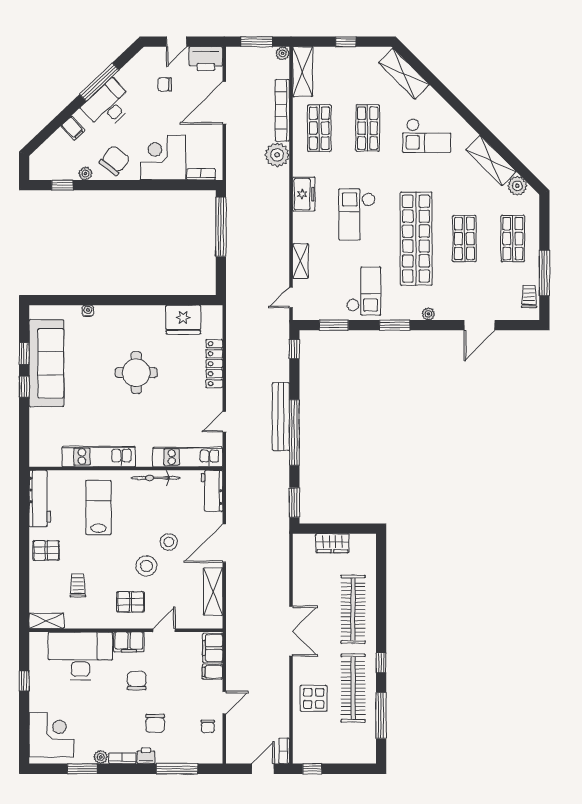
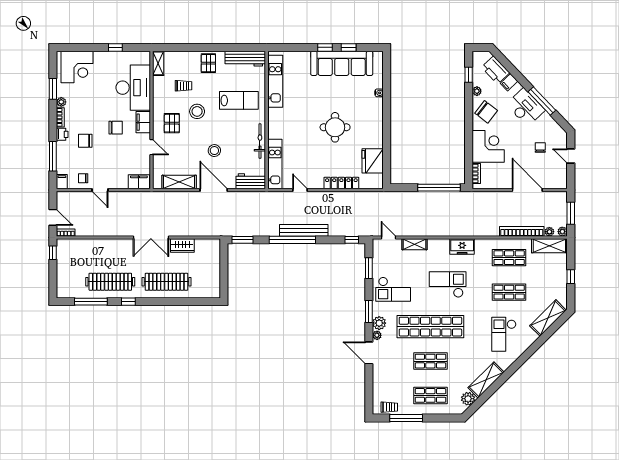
printer: (206, 59) -> (496, 70), moved, turned -44
plant: (277, 155) -> (549, 232), moved, width x0.53, depth x0.53
plant: (411, 311) -> (379, 323), added
door: (480, 325) -> (369, 353), moved
kitchen unit: (99, 457) -> (275, 81), moved
wardrobe: (332, 543) -> (182, 246), moved, turned -90
stool: (146, 566) -> (197, 111), moved
filing cabinet: (212, 672) -> (62, 182), moved
display table: (314, 698) -> (103, 254), removed

